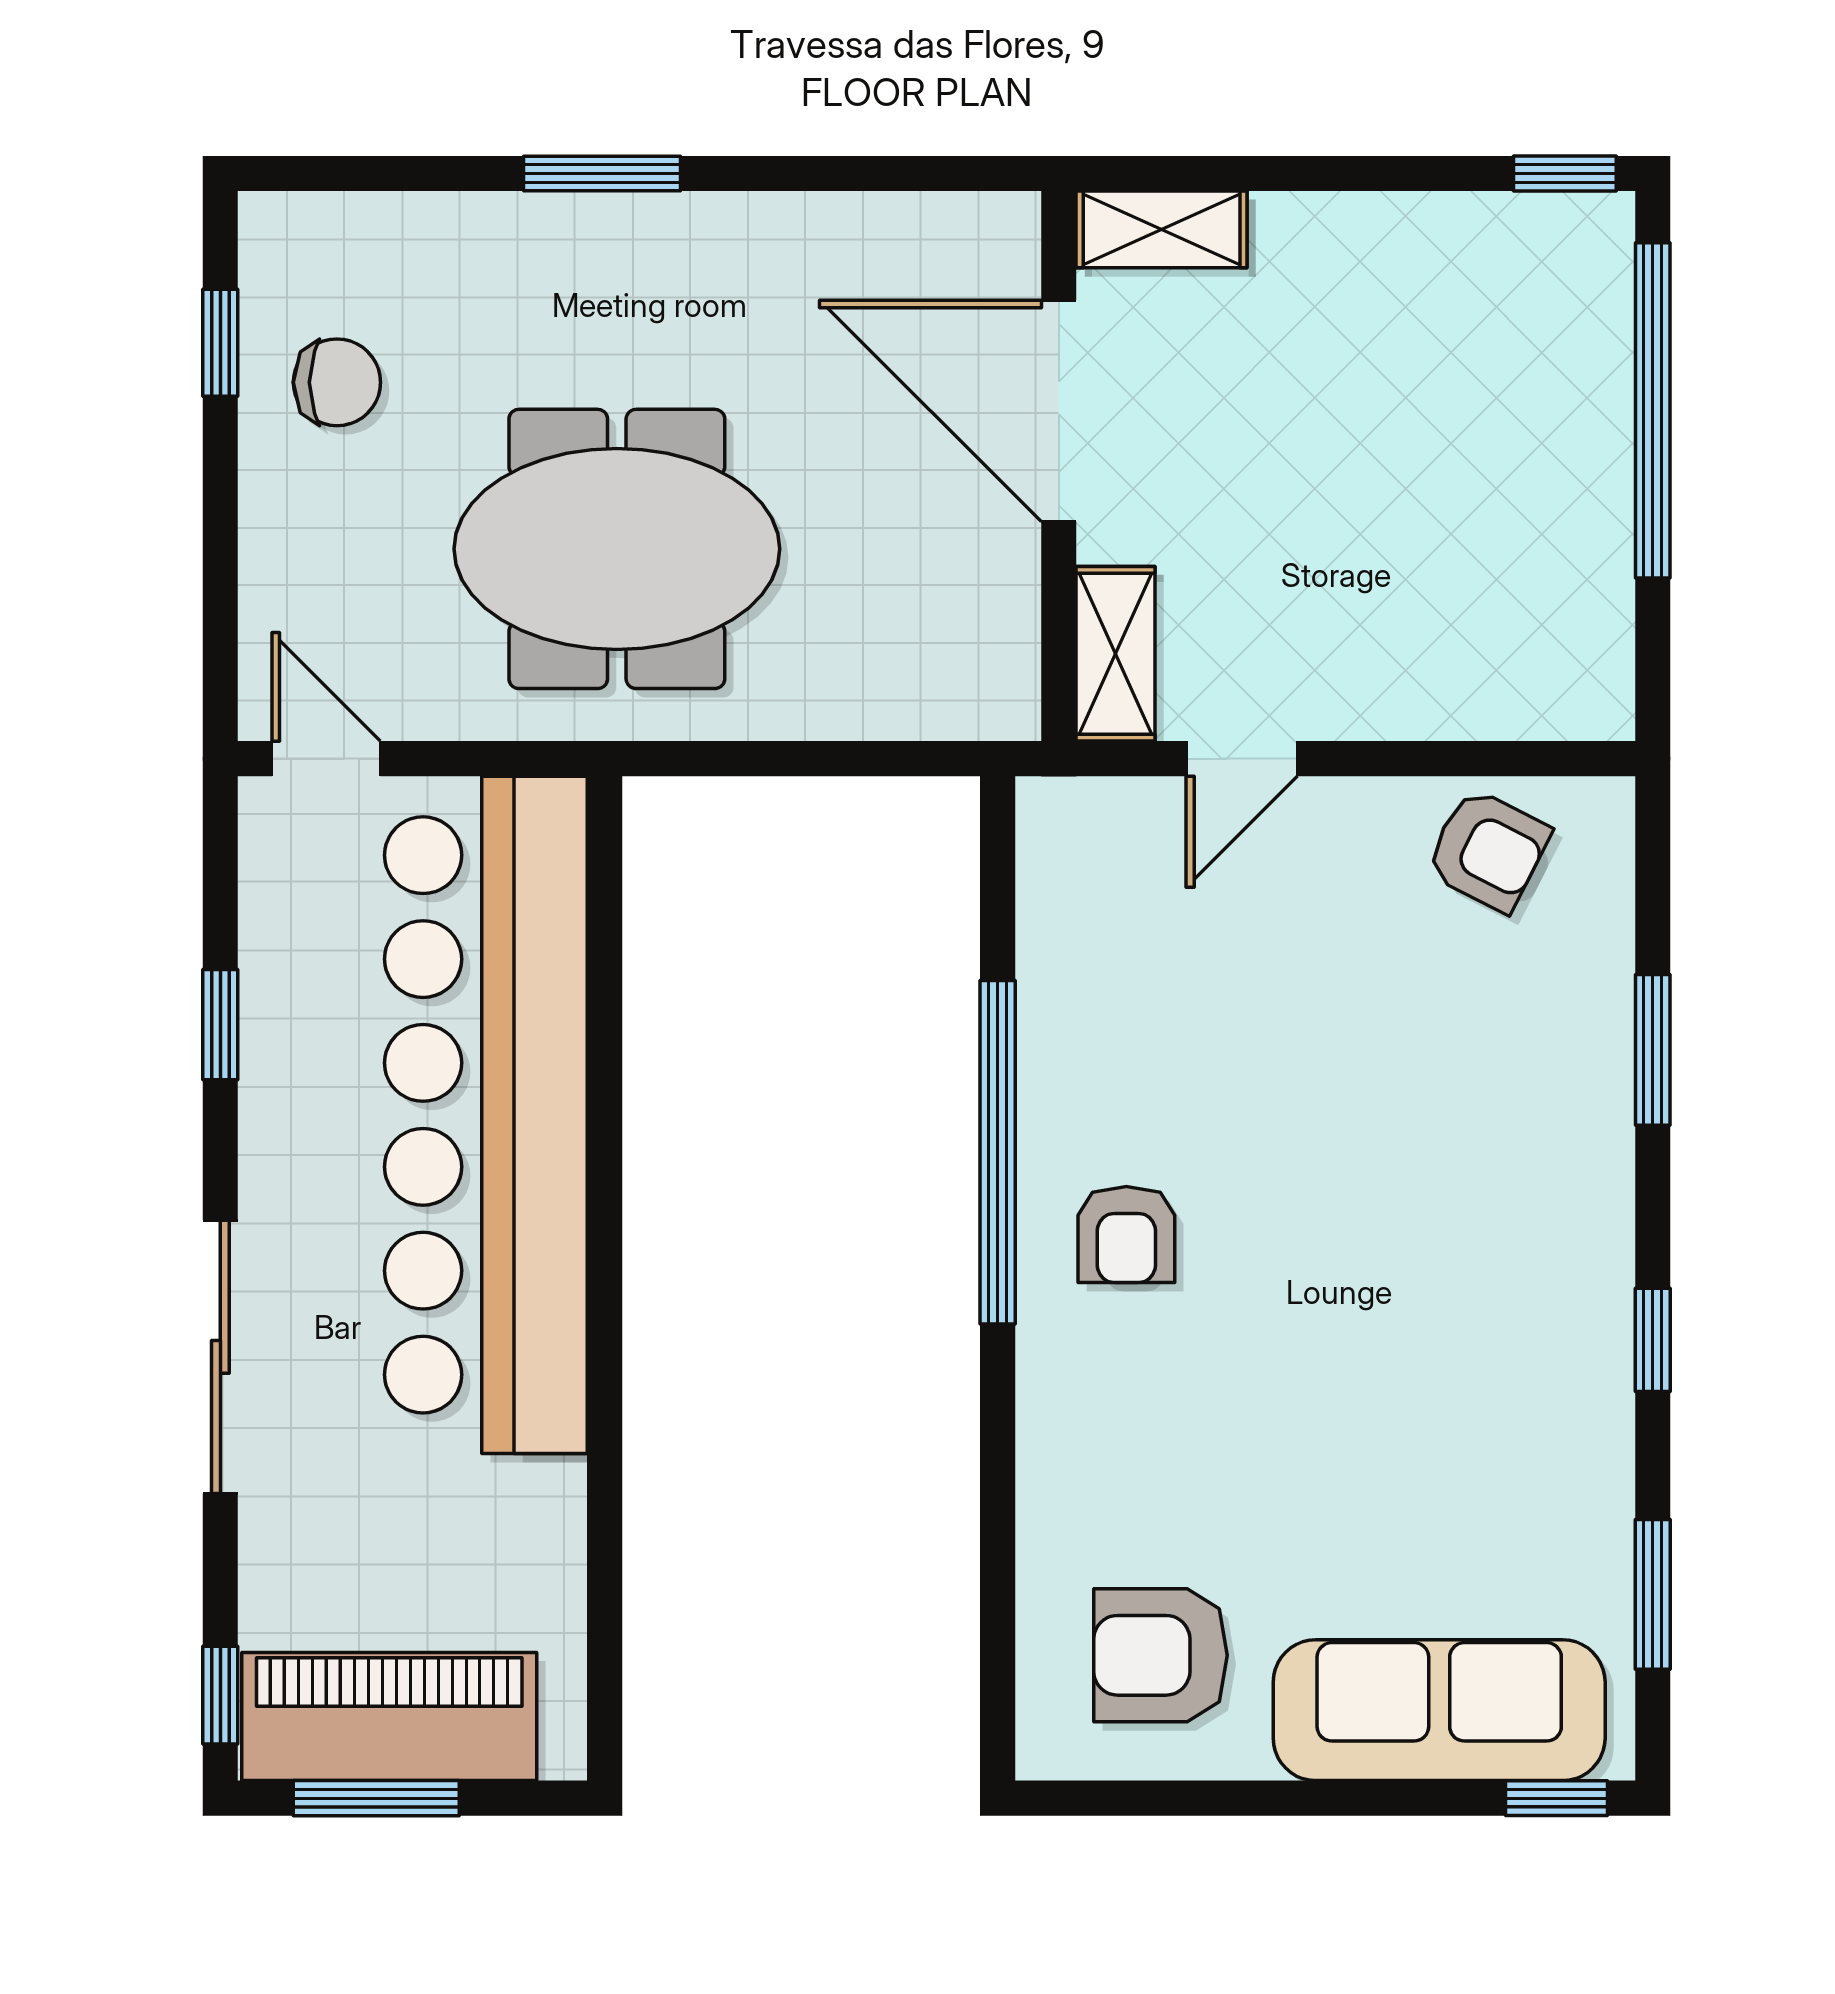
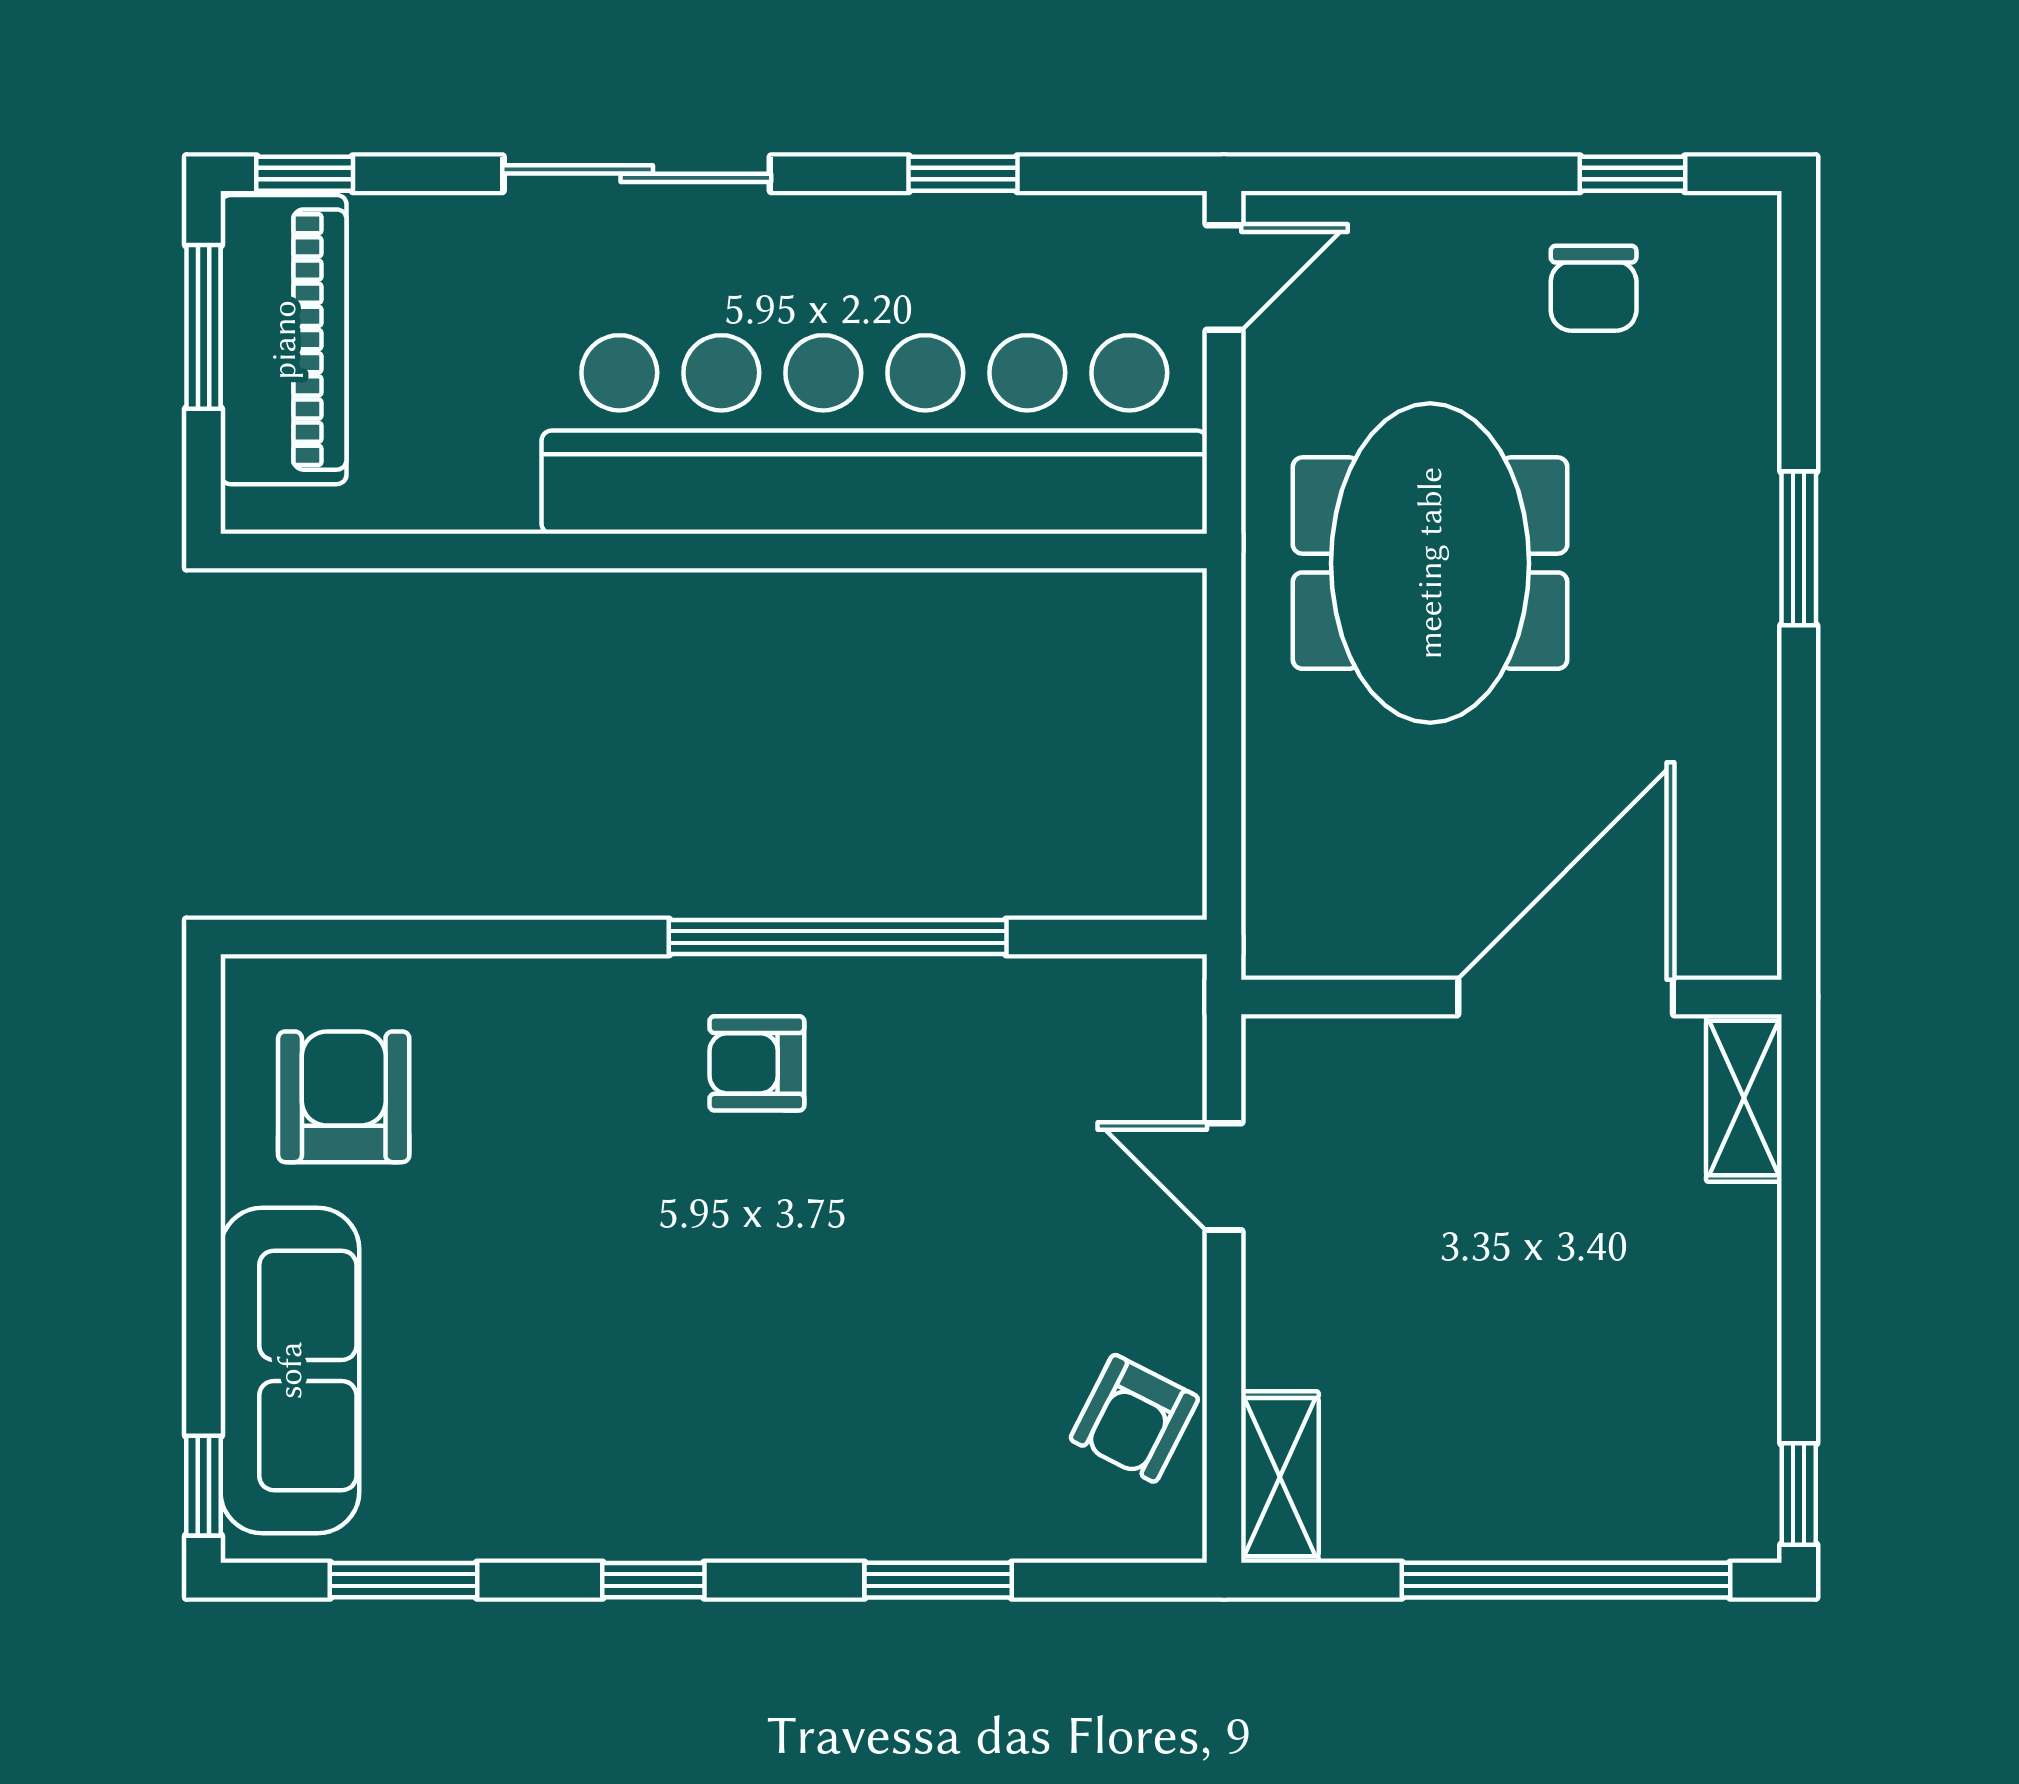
shelving: (1116, 654) -> (1280, 1477), moved, turned 90

